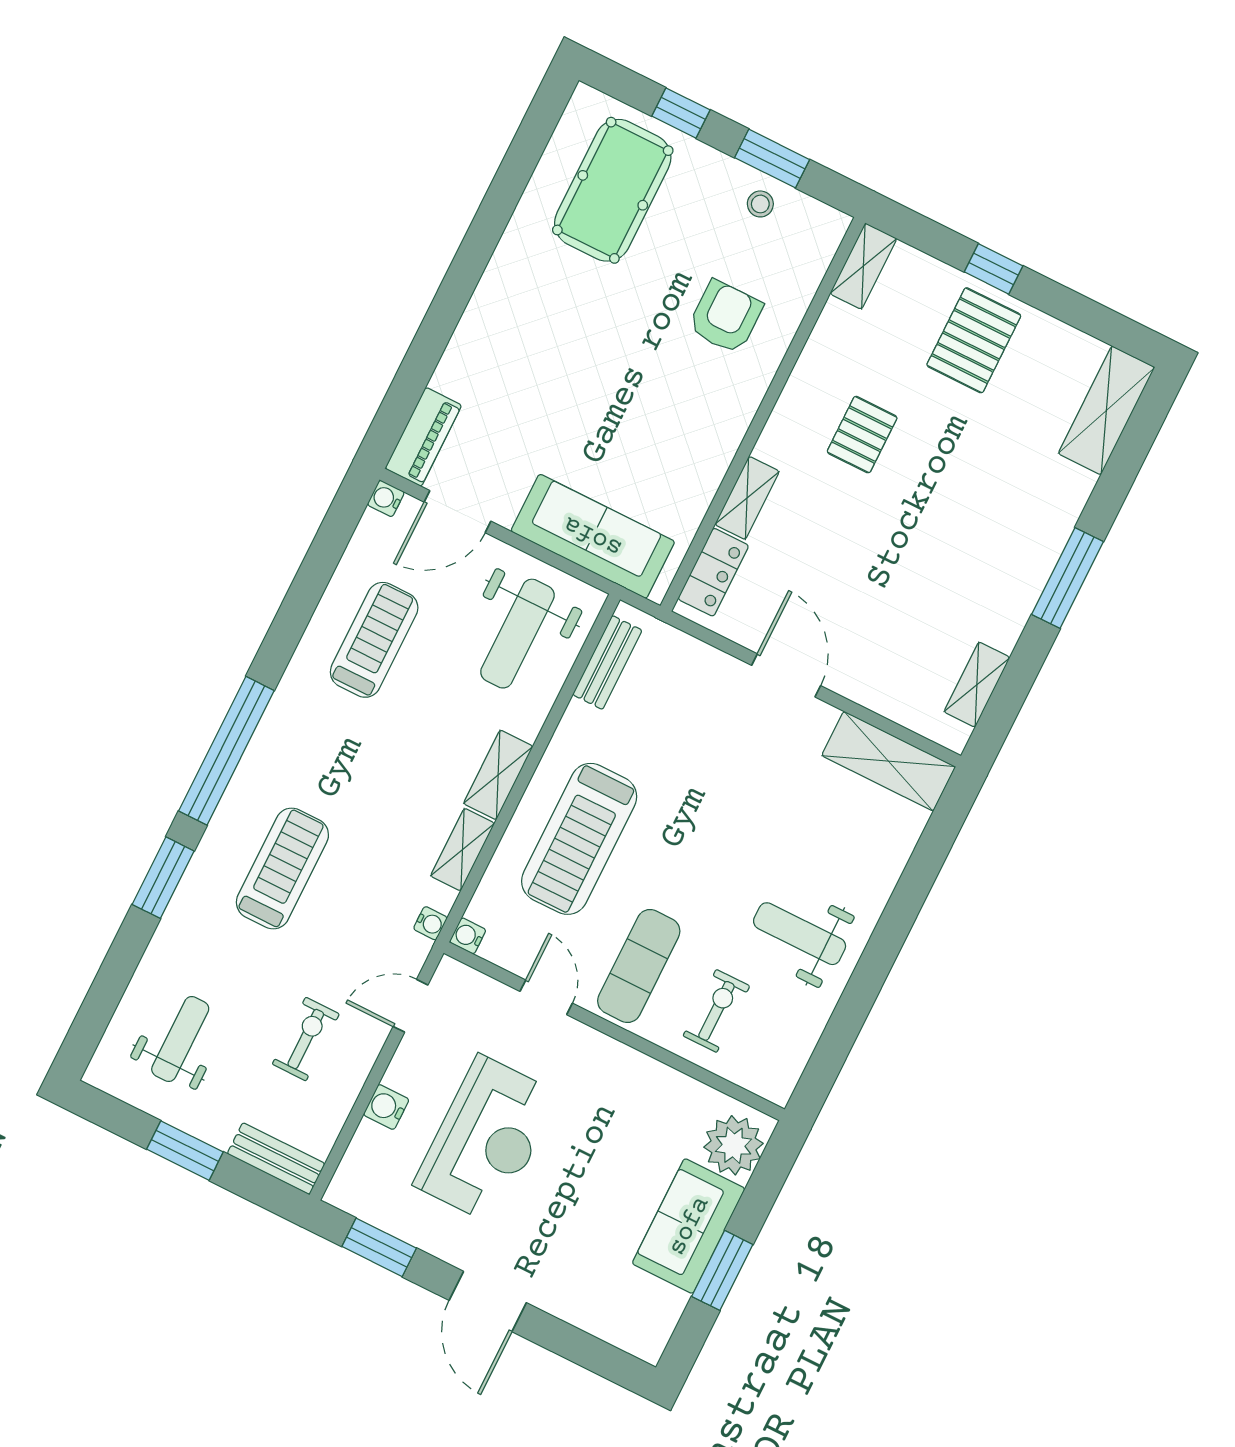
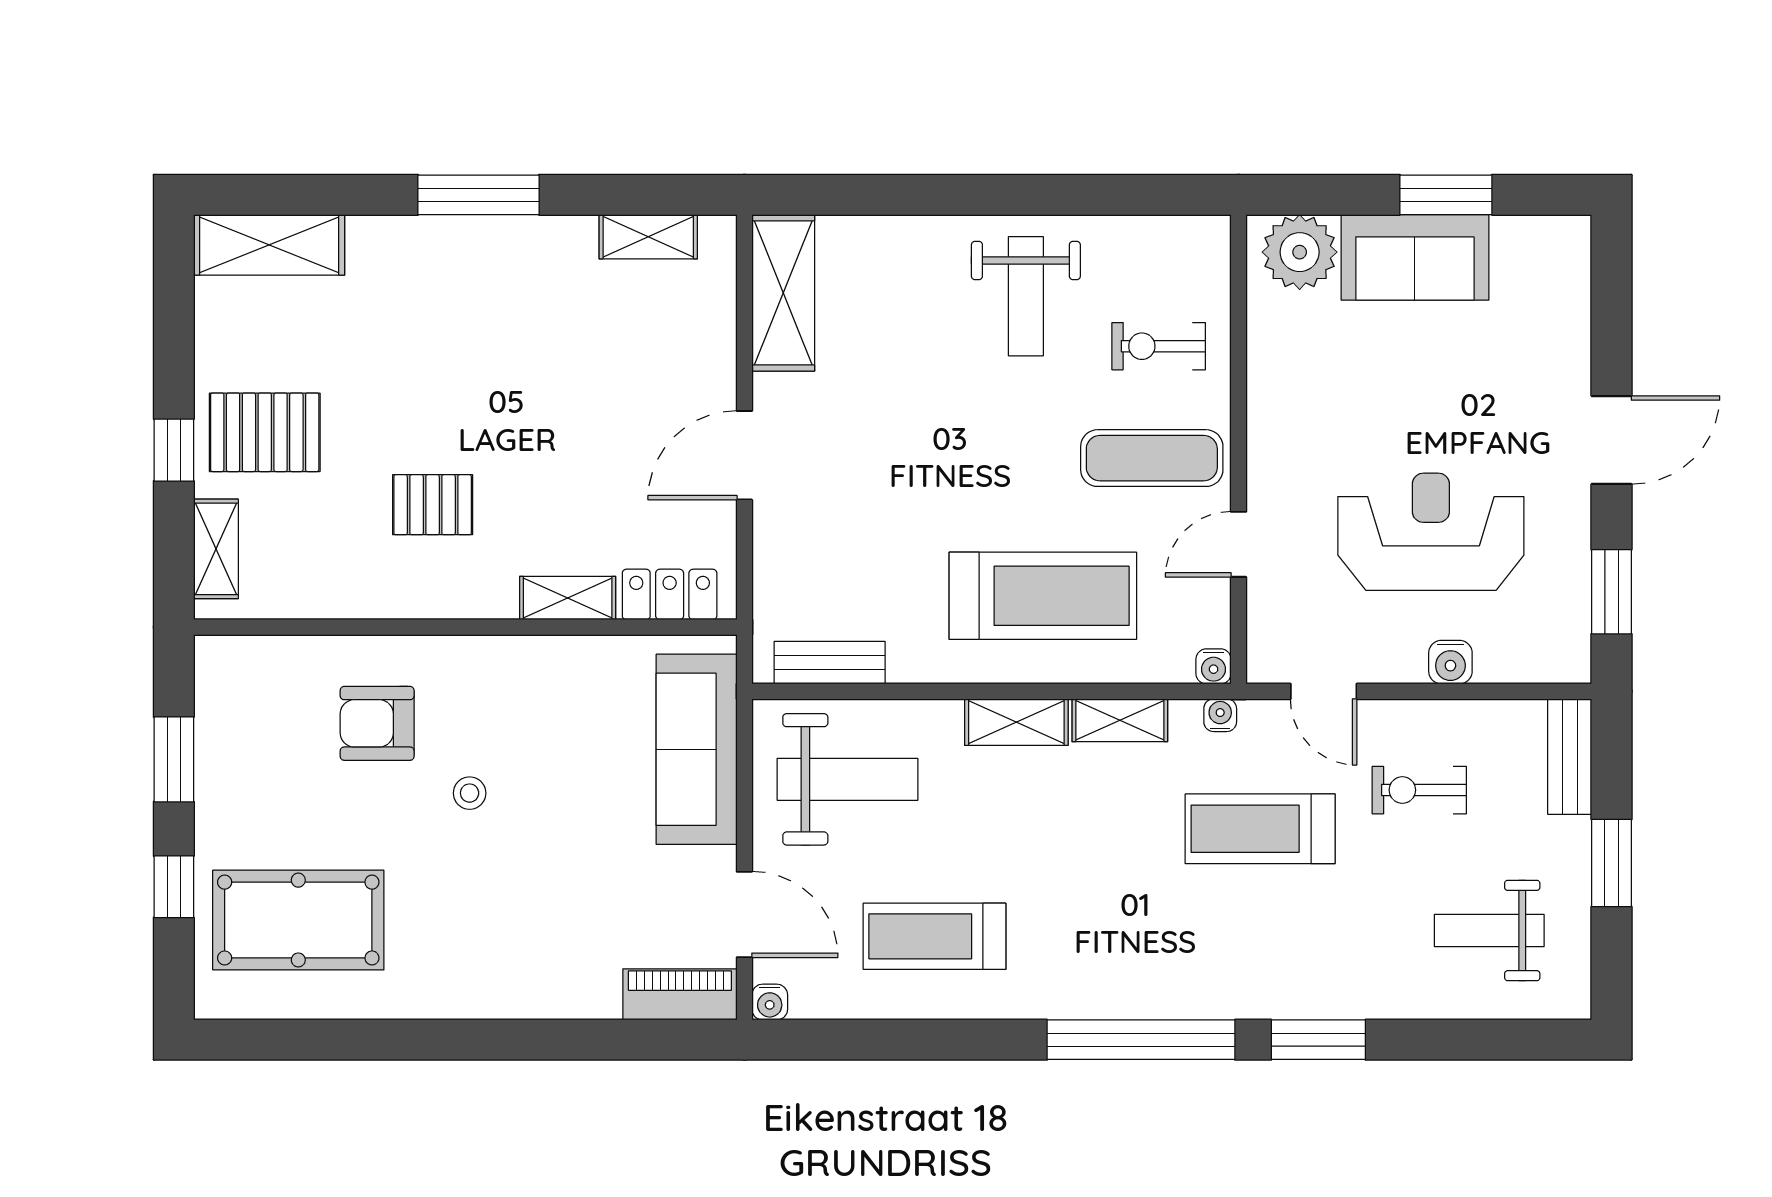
stool: (760, 204) -> (470, 793), moved
shelving: (863, 266) -> (216, 549), moved, turned 90
treadmill: (282, 868) -> (1260, 829), moved

